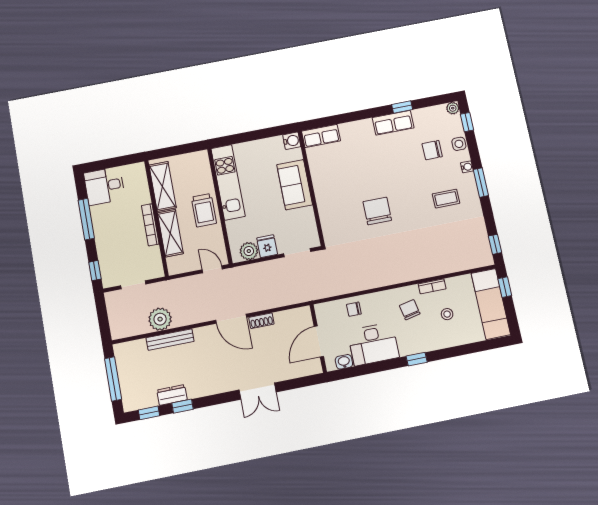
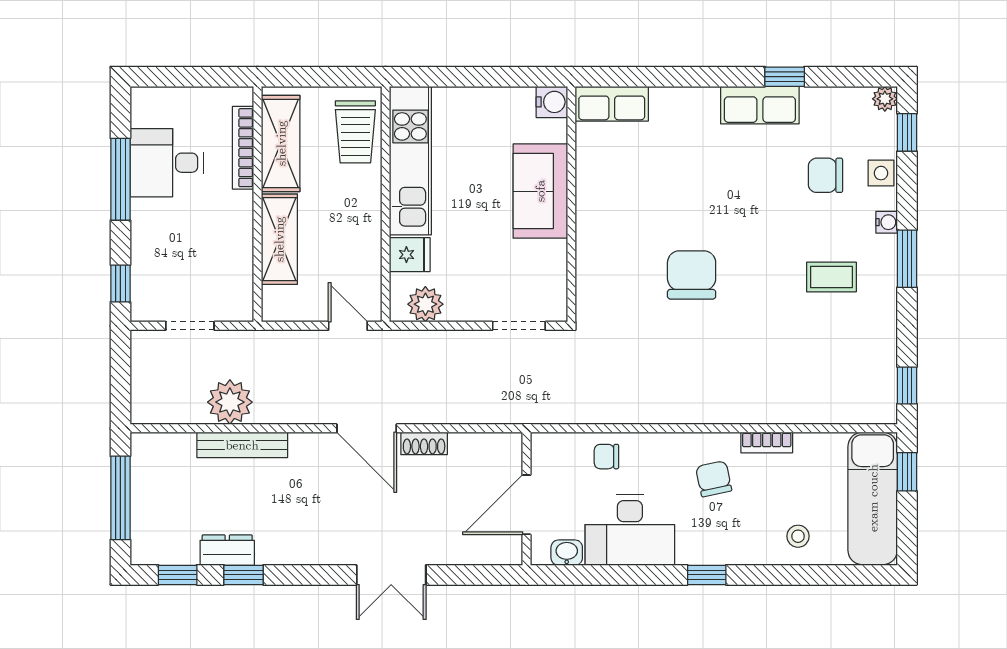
desk: (104, 186) -> (167, 163), moved
trolley: (204, 210) -> (355, 132), moved
bookcase: (150, 225) -> (243, 148), moved
fridge: (267, 246) -> (410, 255), moved, turned 90
stool: (447, 314) -> (798, 536), moved

